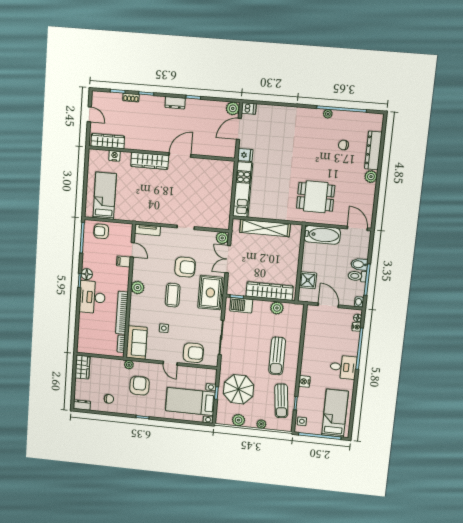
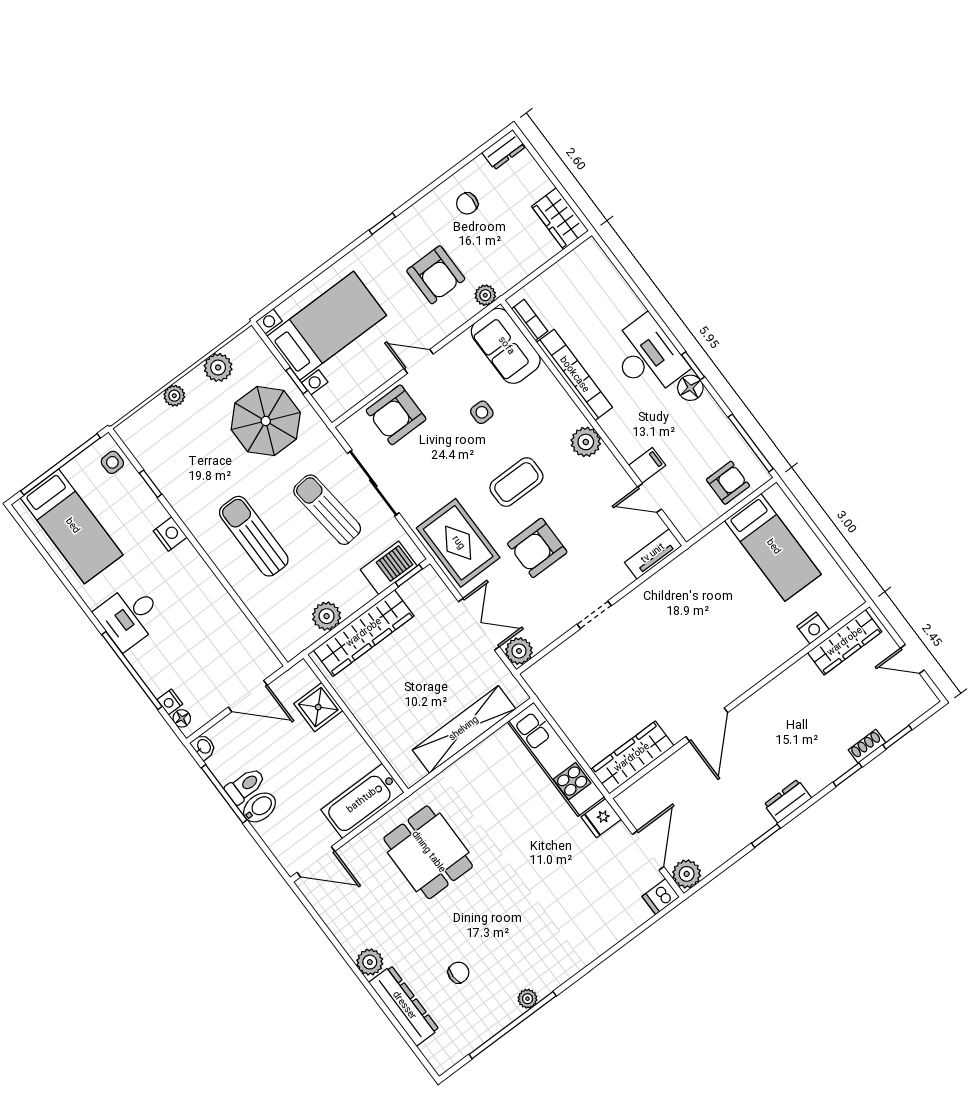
wardrobe: (150, 161) -> (632, 758), moved
dining table: (316, 197) -> (428, 852), turned 90
coffee table: (173, 295) -> (516, 482), turned 90
sun lounger: (281, 401) -> (327, 510), moved

